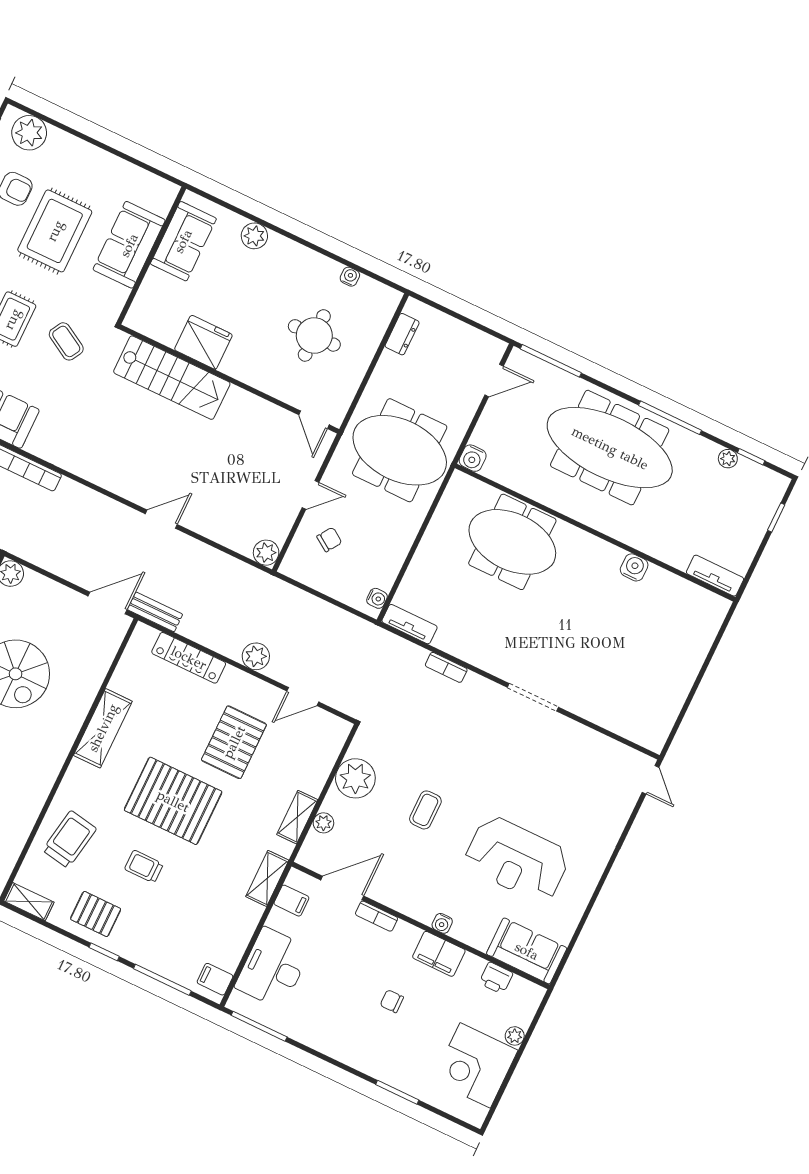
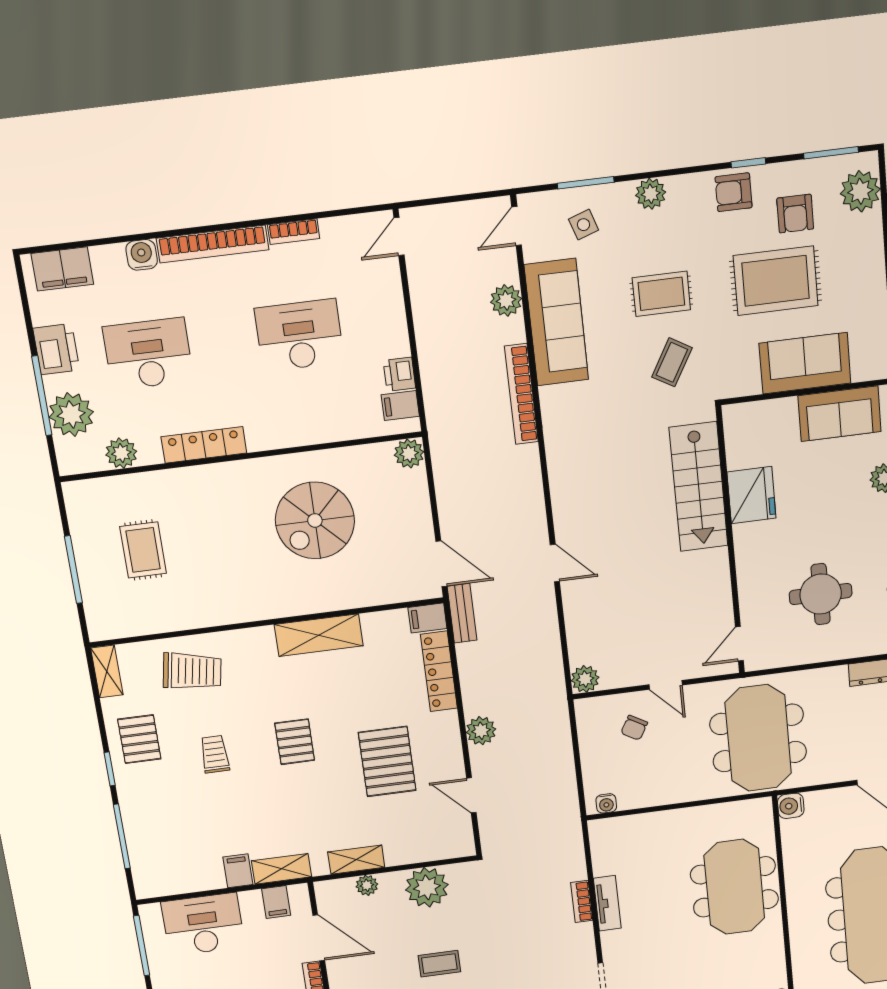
chair: (329, 540) -> (634, 728), turned 86
tv unit: (410, 624) -> (607, 903), moved
filing cabinet: (142, 640) -> (427, 618), added
pallet: (234, 742) -> (387, 761), turned 90
pallet: (173, 801) -> (295, 742), width x0.49, depth x0.50
filing cabinet: (215, 979) -> (238, 871), moved

